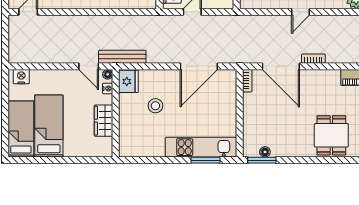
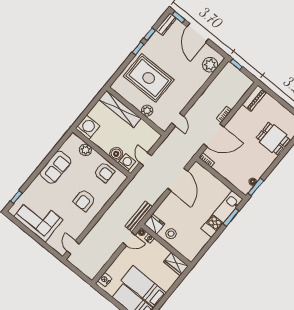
door: (301, 12) -> (178, 120), moved
stool: (155, 106) -> (171, 234), moved
wardrobe: (103, 121) -> (176, 264), moved

